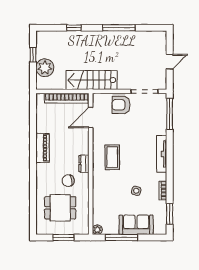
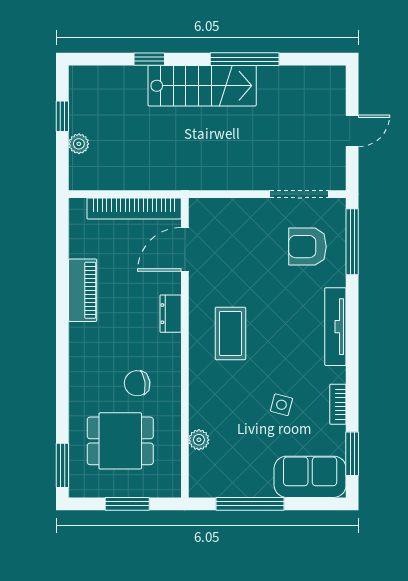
plant: (45, 68) -> (79, 144), width x0.53, depth x0.53
stairs: (91, 80) -> (202, 86), moved, turned 180
armchair: (121, 105) -> (308, 247), moved
piano: (43, 148) -> (83, 290), moved
dresser: (84, 164) -> (171, 314), moved
window: (33, 219) -> (62, 465), added
sofa: (136, 225) -> (310, 477), moved
plant: (97, 230) -> (199, 440), moved

